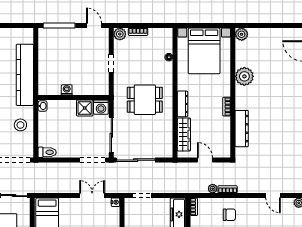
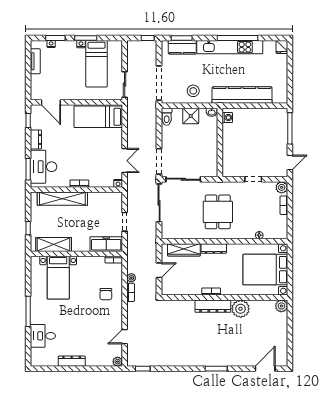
washing machine: (67, 90) -> (227, 118), moved
washing machine: (101, 107) -> (211, 169), removed
shower: (85, 108) -> (191, 116), moved
dresser: (242, 129) -> (213, 306), moved
doorway: (142, 196) -> (125, 222), moved

